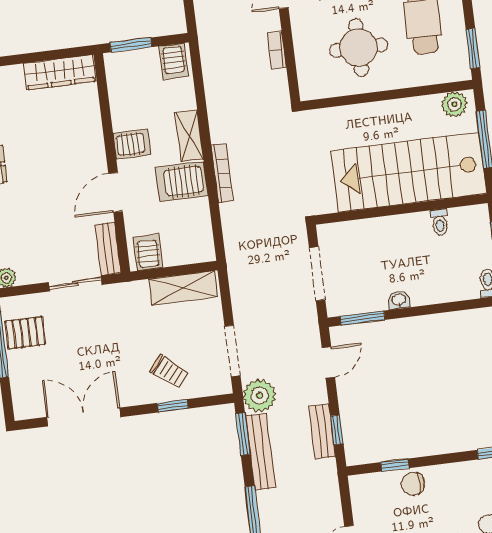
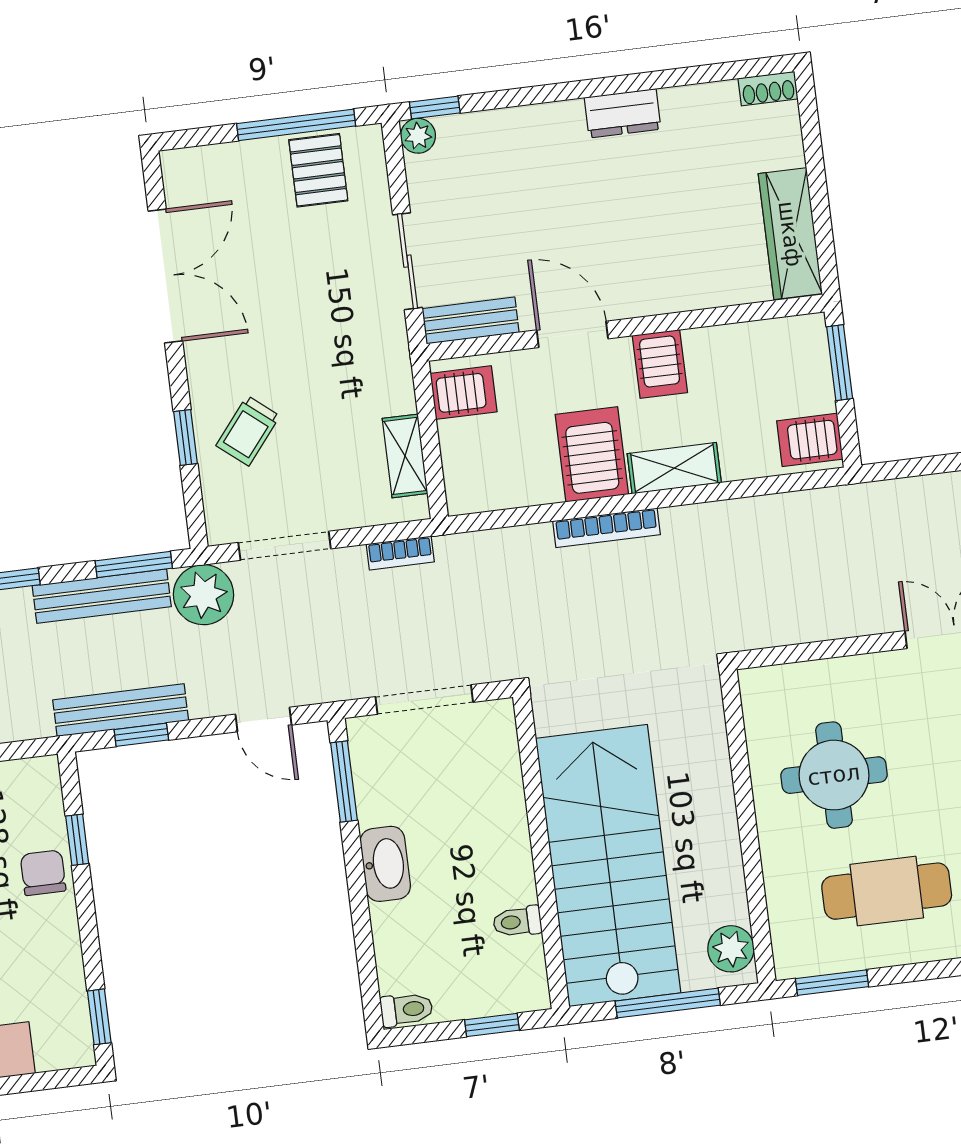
bookcase: (277, 50) -> (400, 553), moved, turned 180
shelving: (183, 288) -> (405, 456), width x0.67, depth x0.75
washbasin: (399, 300) -> (385, 864), width x1.91, depth x1.45
bench: (322, 432) -> (121, 710), width x1.36

